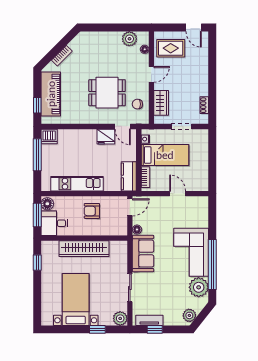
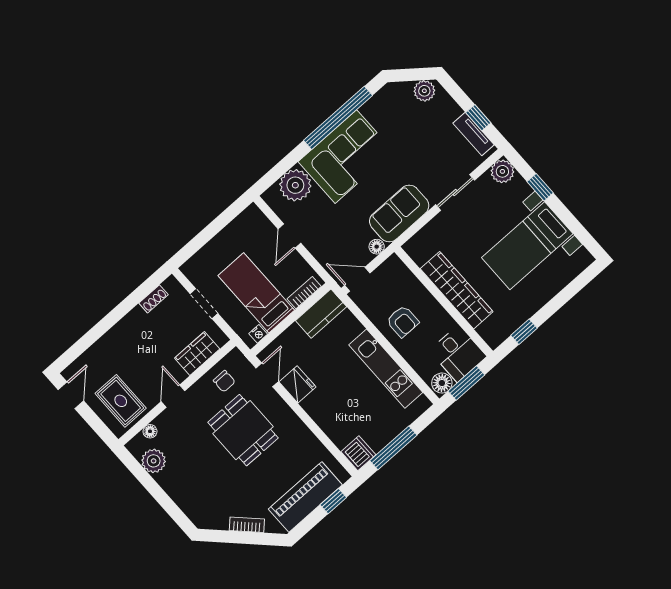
door: (151, 74) -> (173, 396), hinge flipped
plant: (199, 287) -> (295, 185), moved

